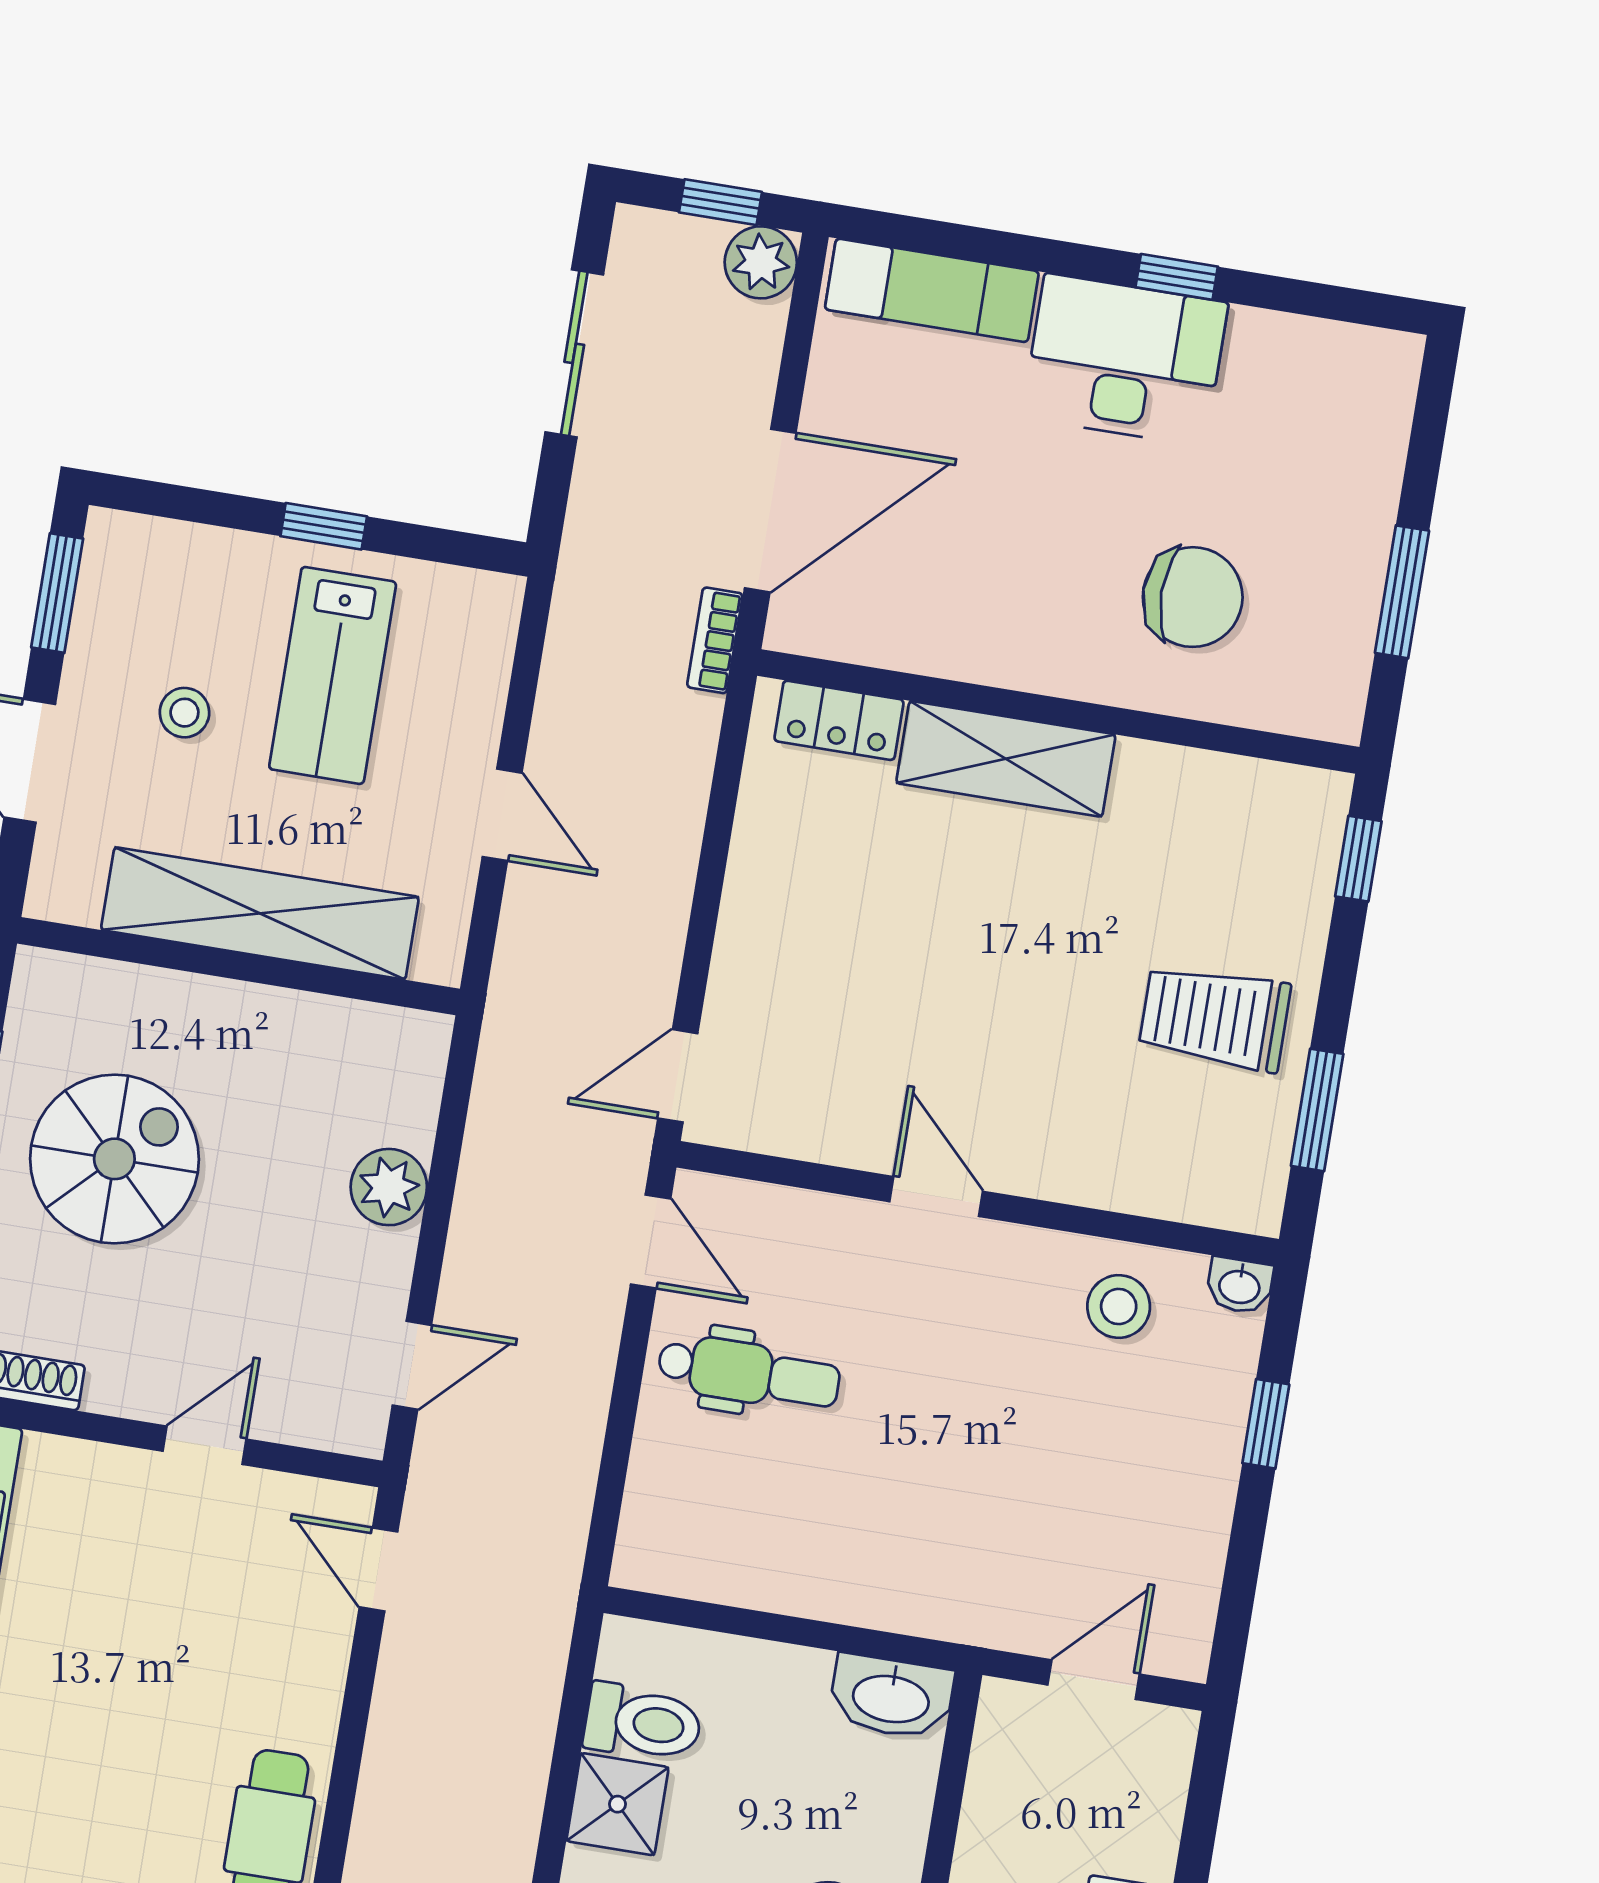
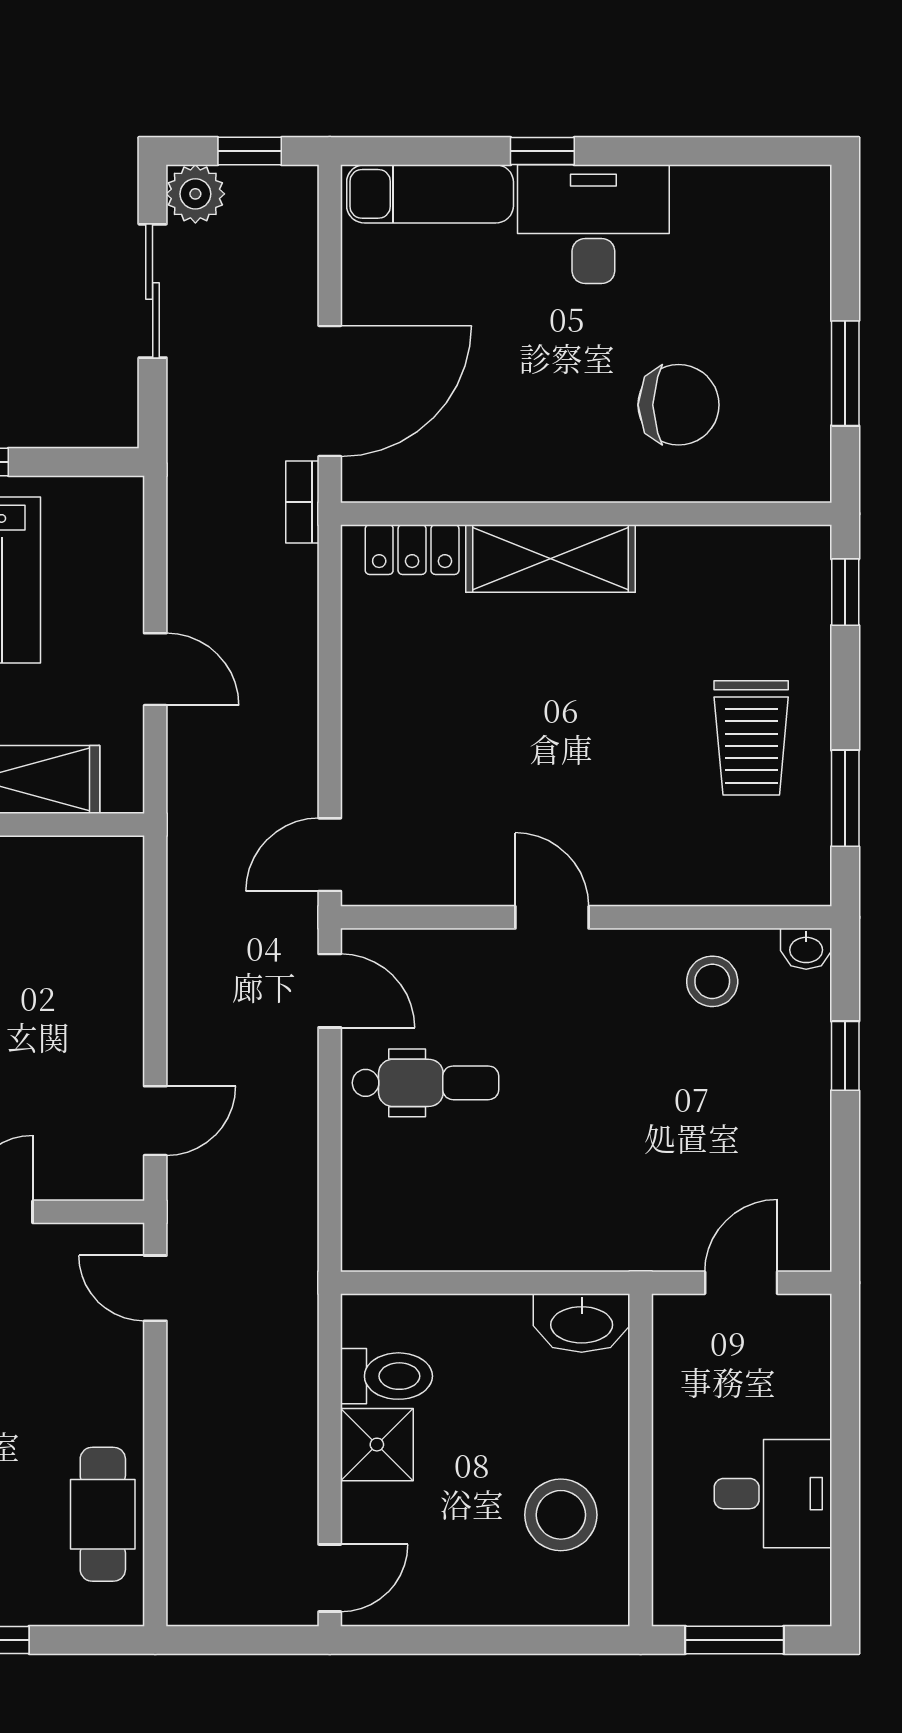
plant: (761, 262) -> (195, 194), moved
window: (1177, 277) -> (542, 151), moved
trolley: (1215, 1018) -> (751, 738), turned -90
plant: (389, 1187) -> (113, 981), removed

